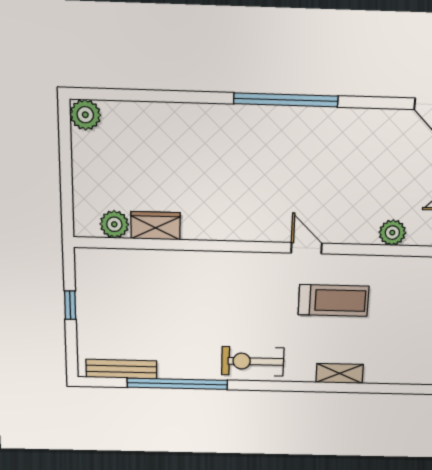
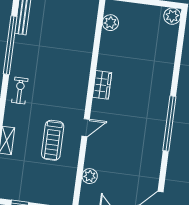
wardrobe: (155, 226) -> (102, 85), moved
exercise bike: (253, 361) -> (20, 91), width x0.73, depth x0.72

